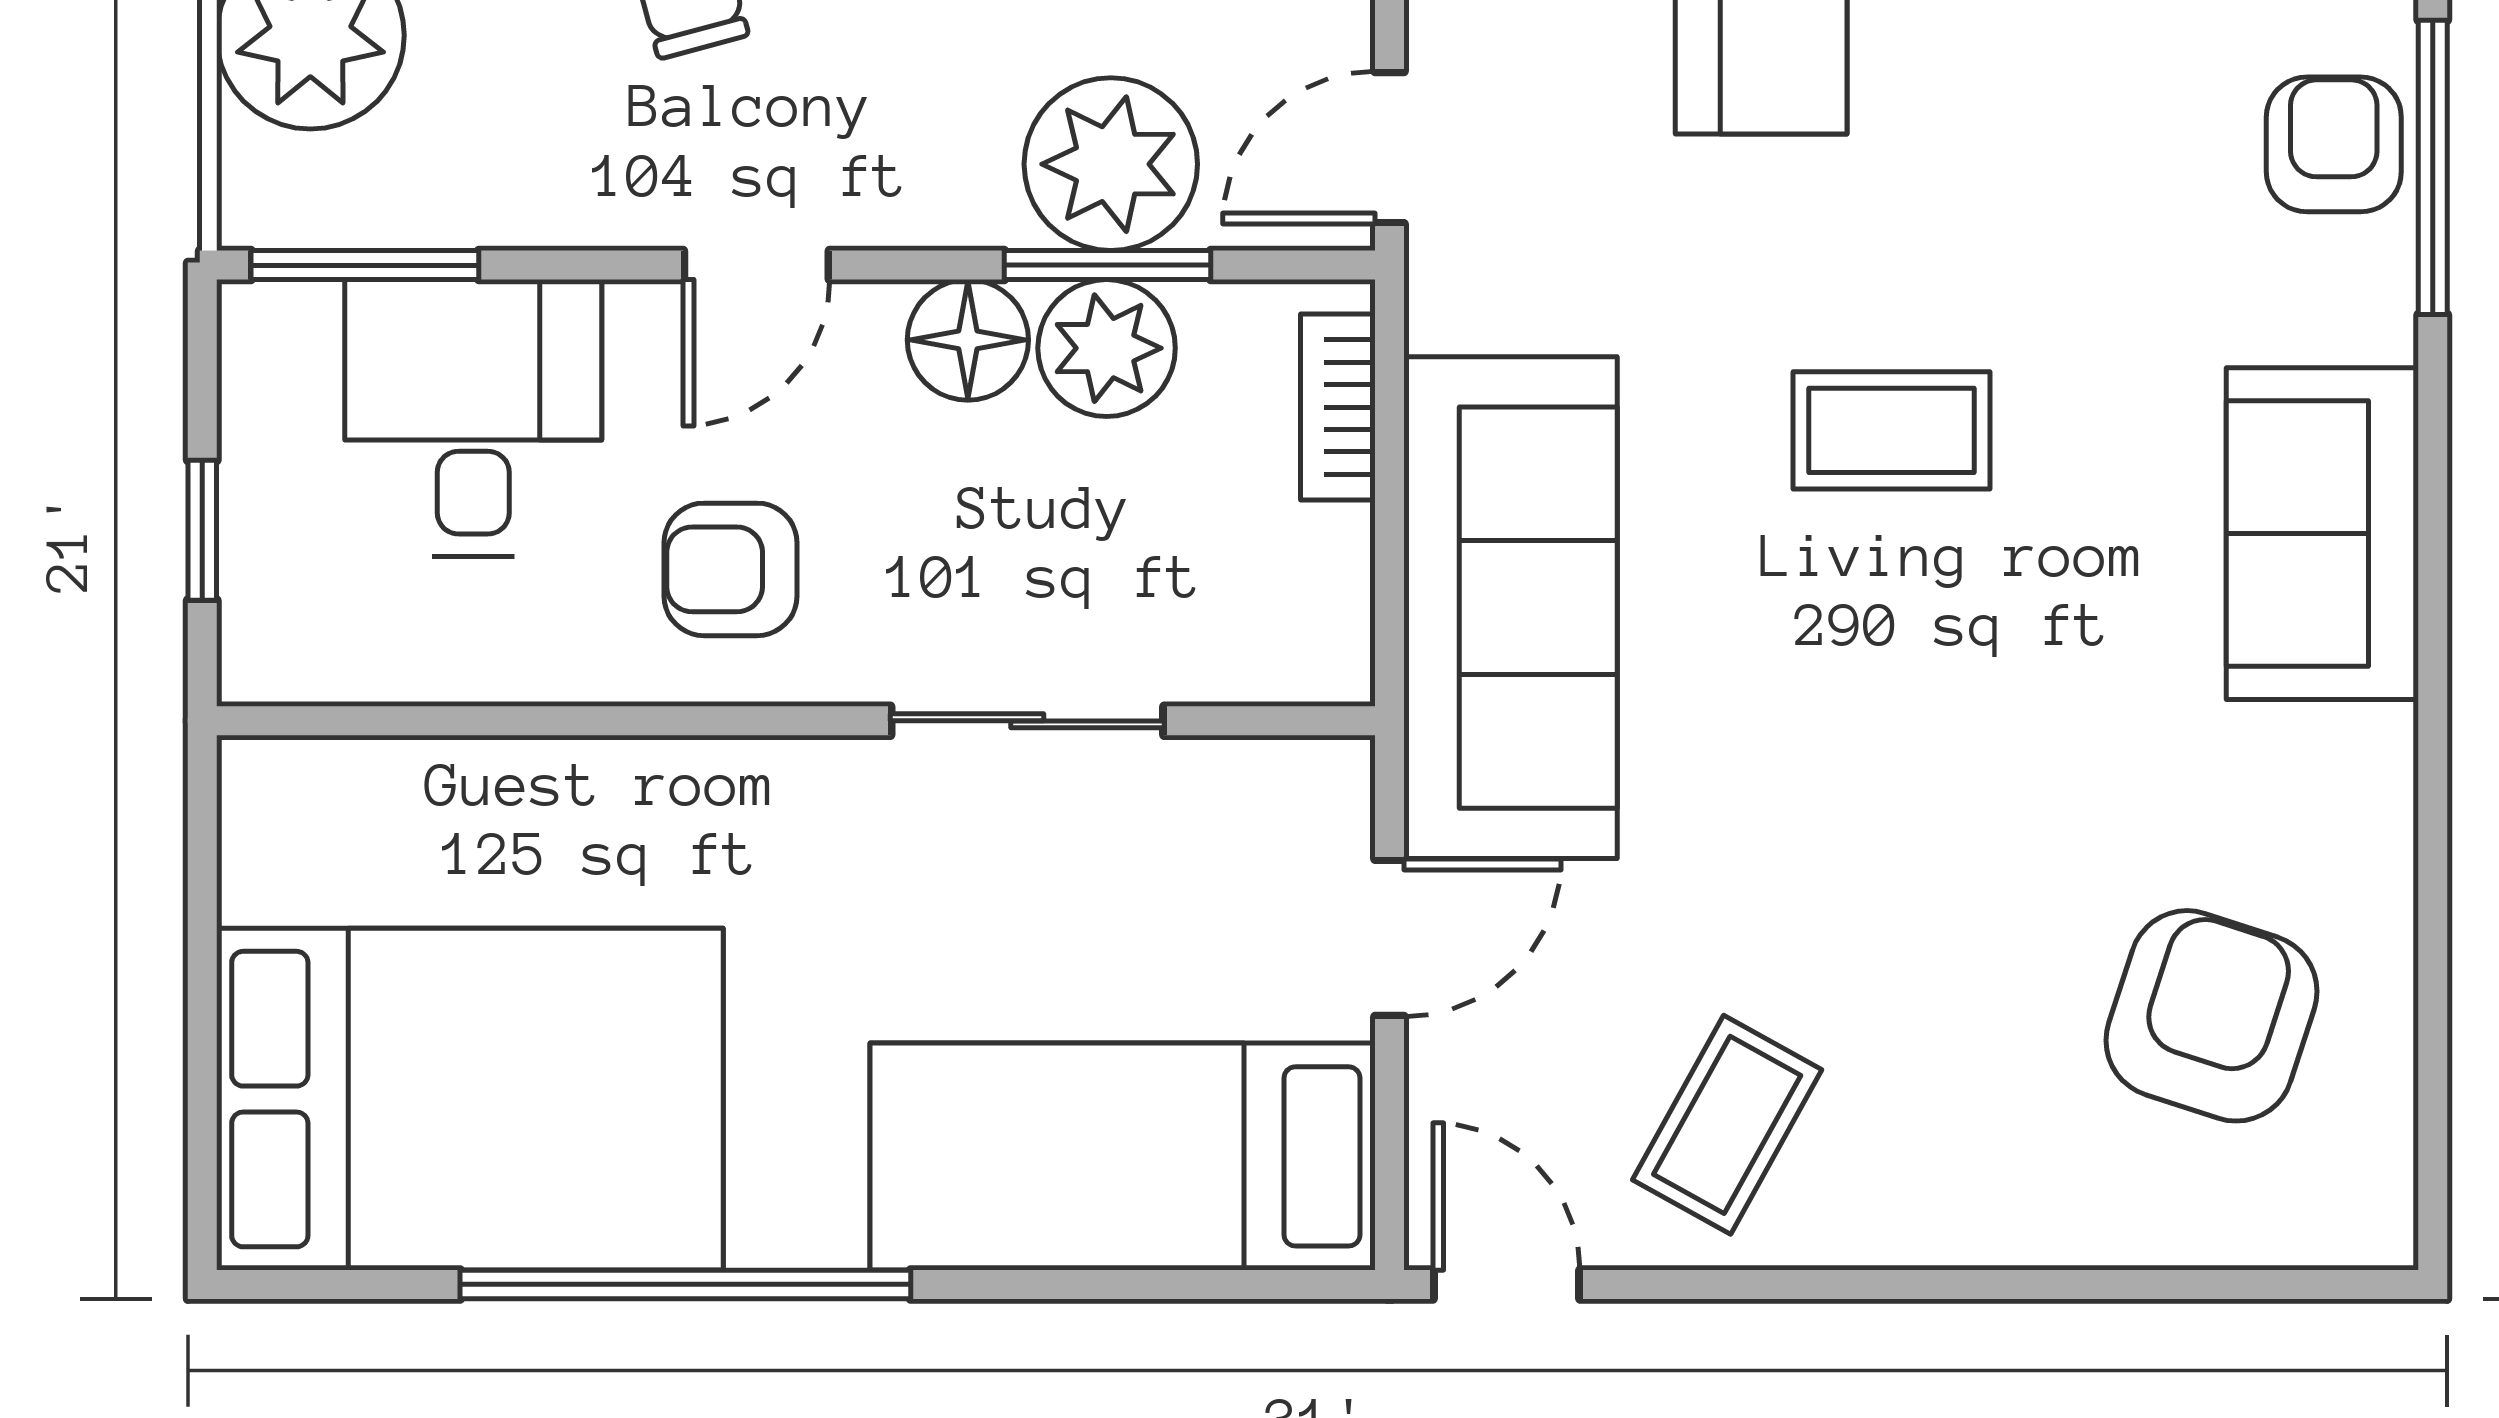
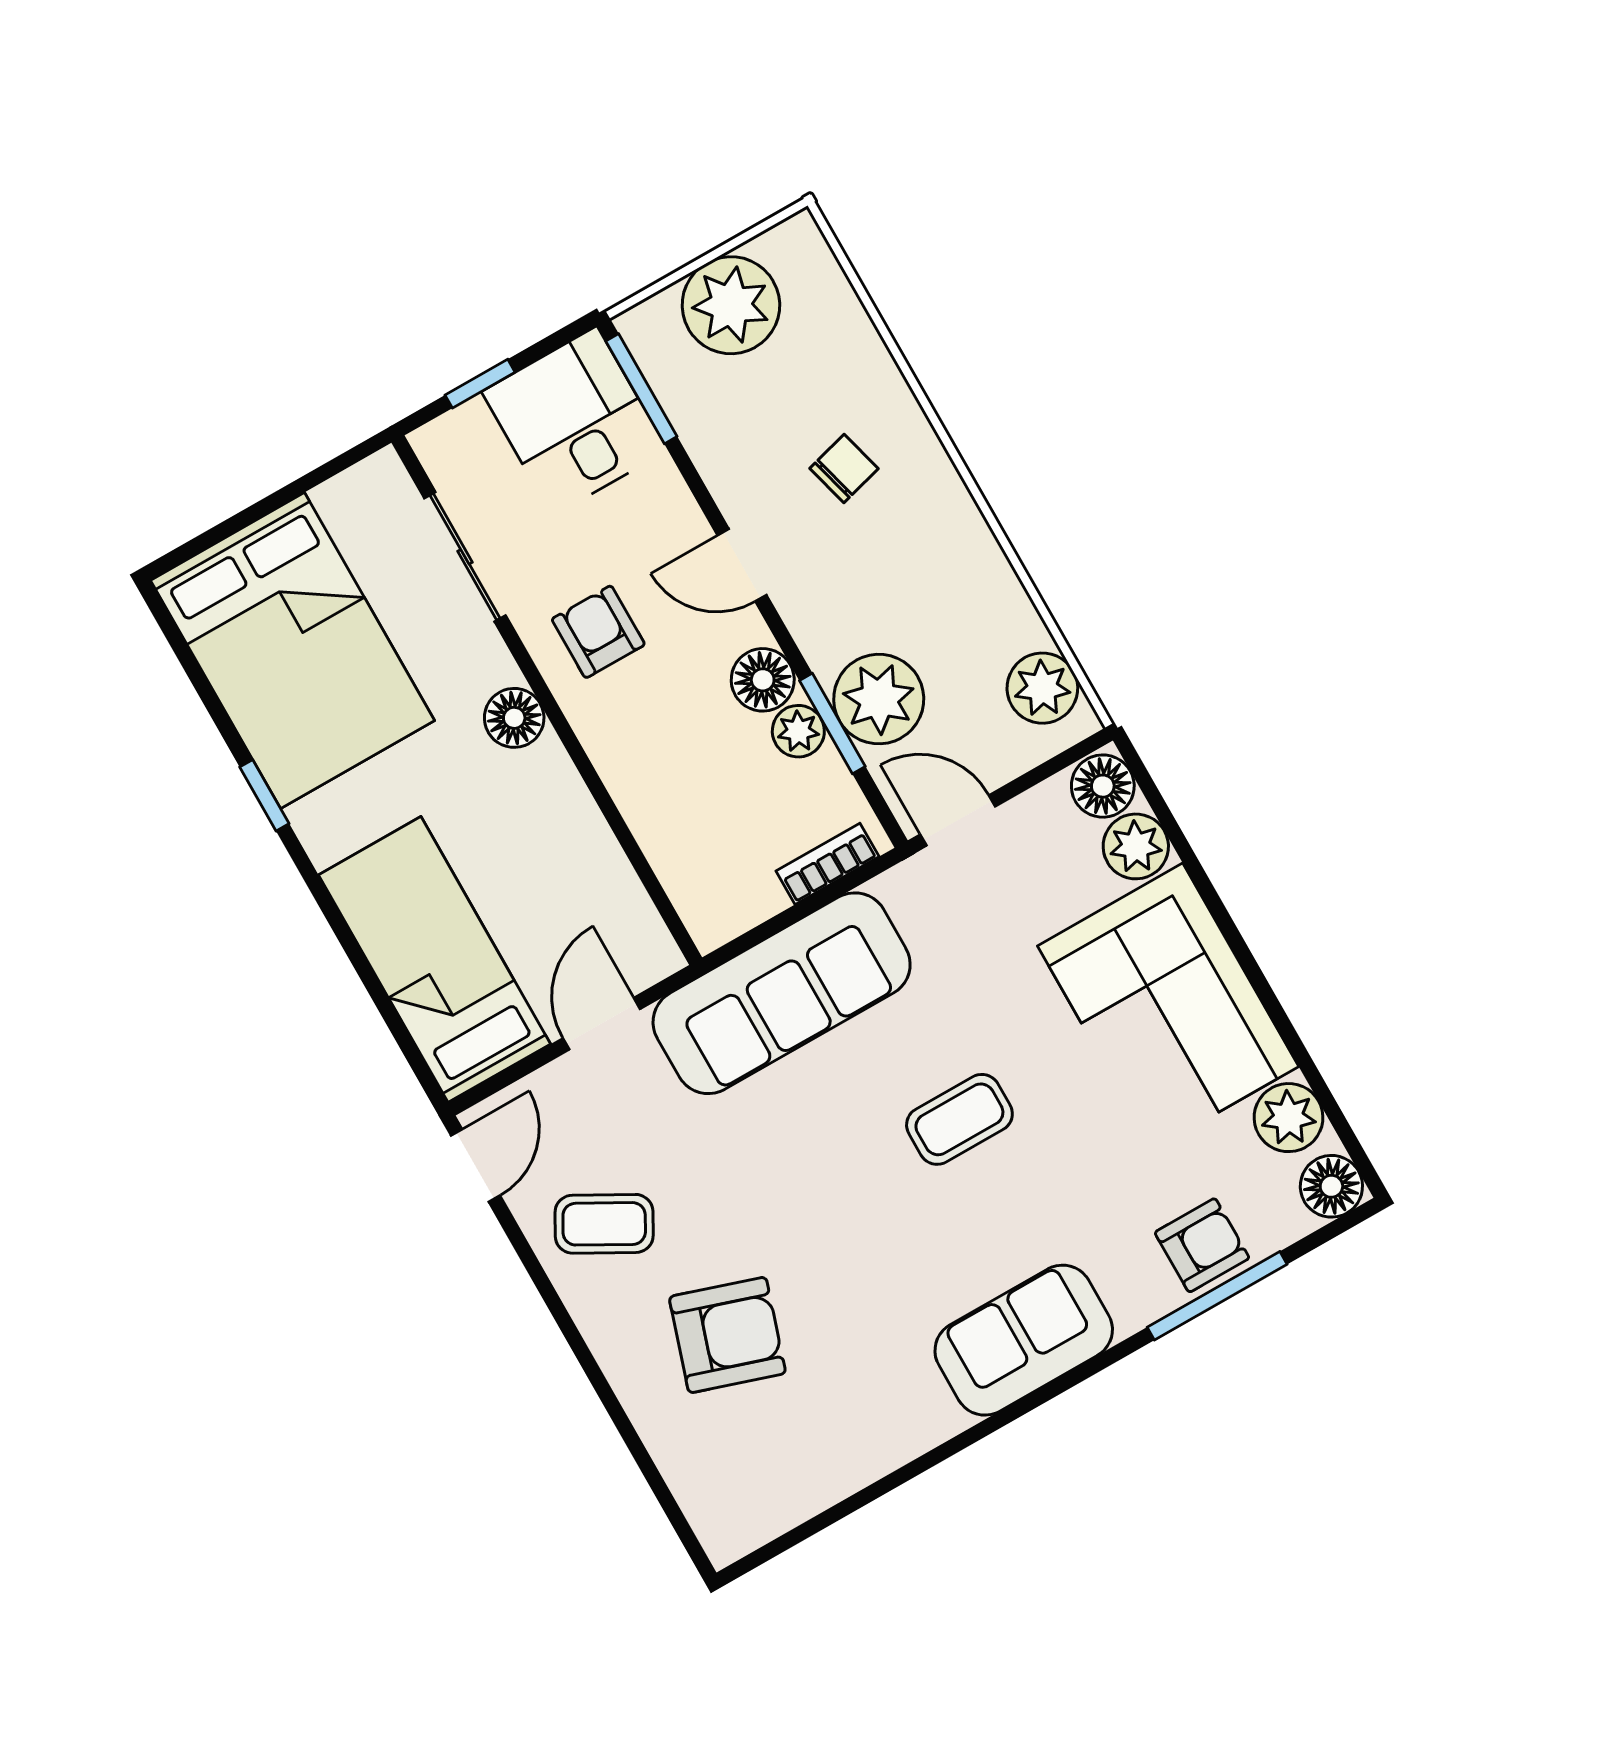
plant: (1107, 348) -> (798, 731), width x0.73, depth x0.73
desk: (473, 418) -> (575, 421), moved, turned -90
coffee table: (1891, 430) -> (959, 1119), turned 90
sliding door: (1027, 721) -> (465, 557), moved
floor lamp: (794, 792) -> (514, 718), added
door: (1389, 938) -> (602, 1024), swing flipped
armchair: (2212, 1016) -> (727, 1335), moved
window: (685, 1284) -> (264, 795), width x0.32

